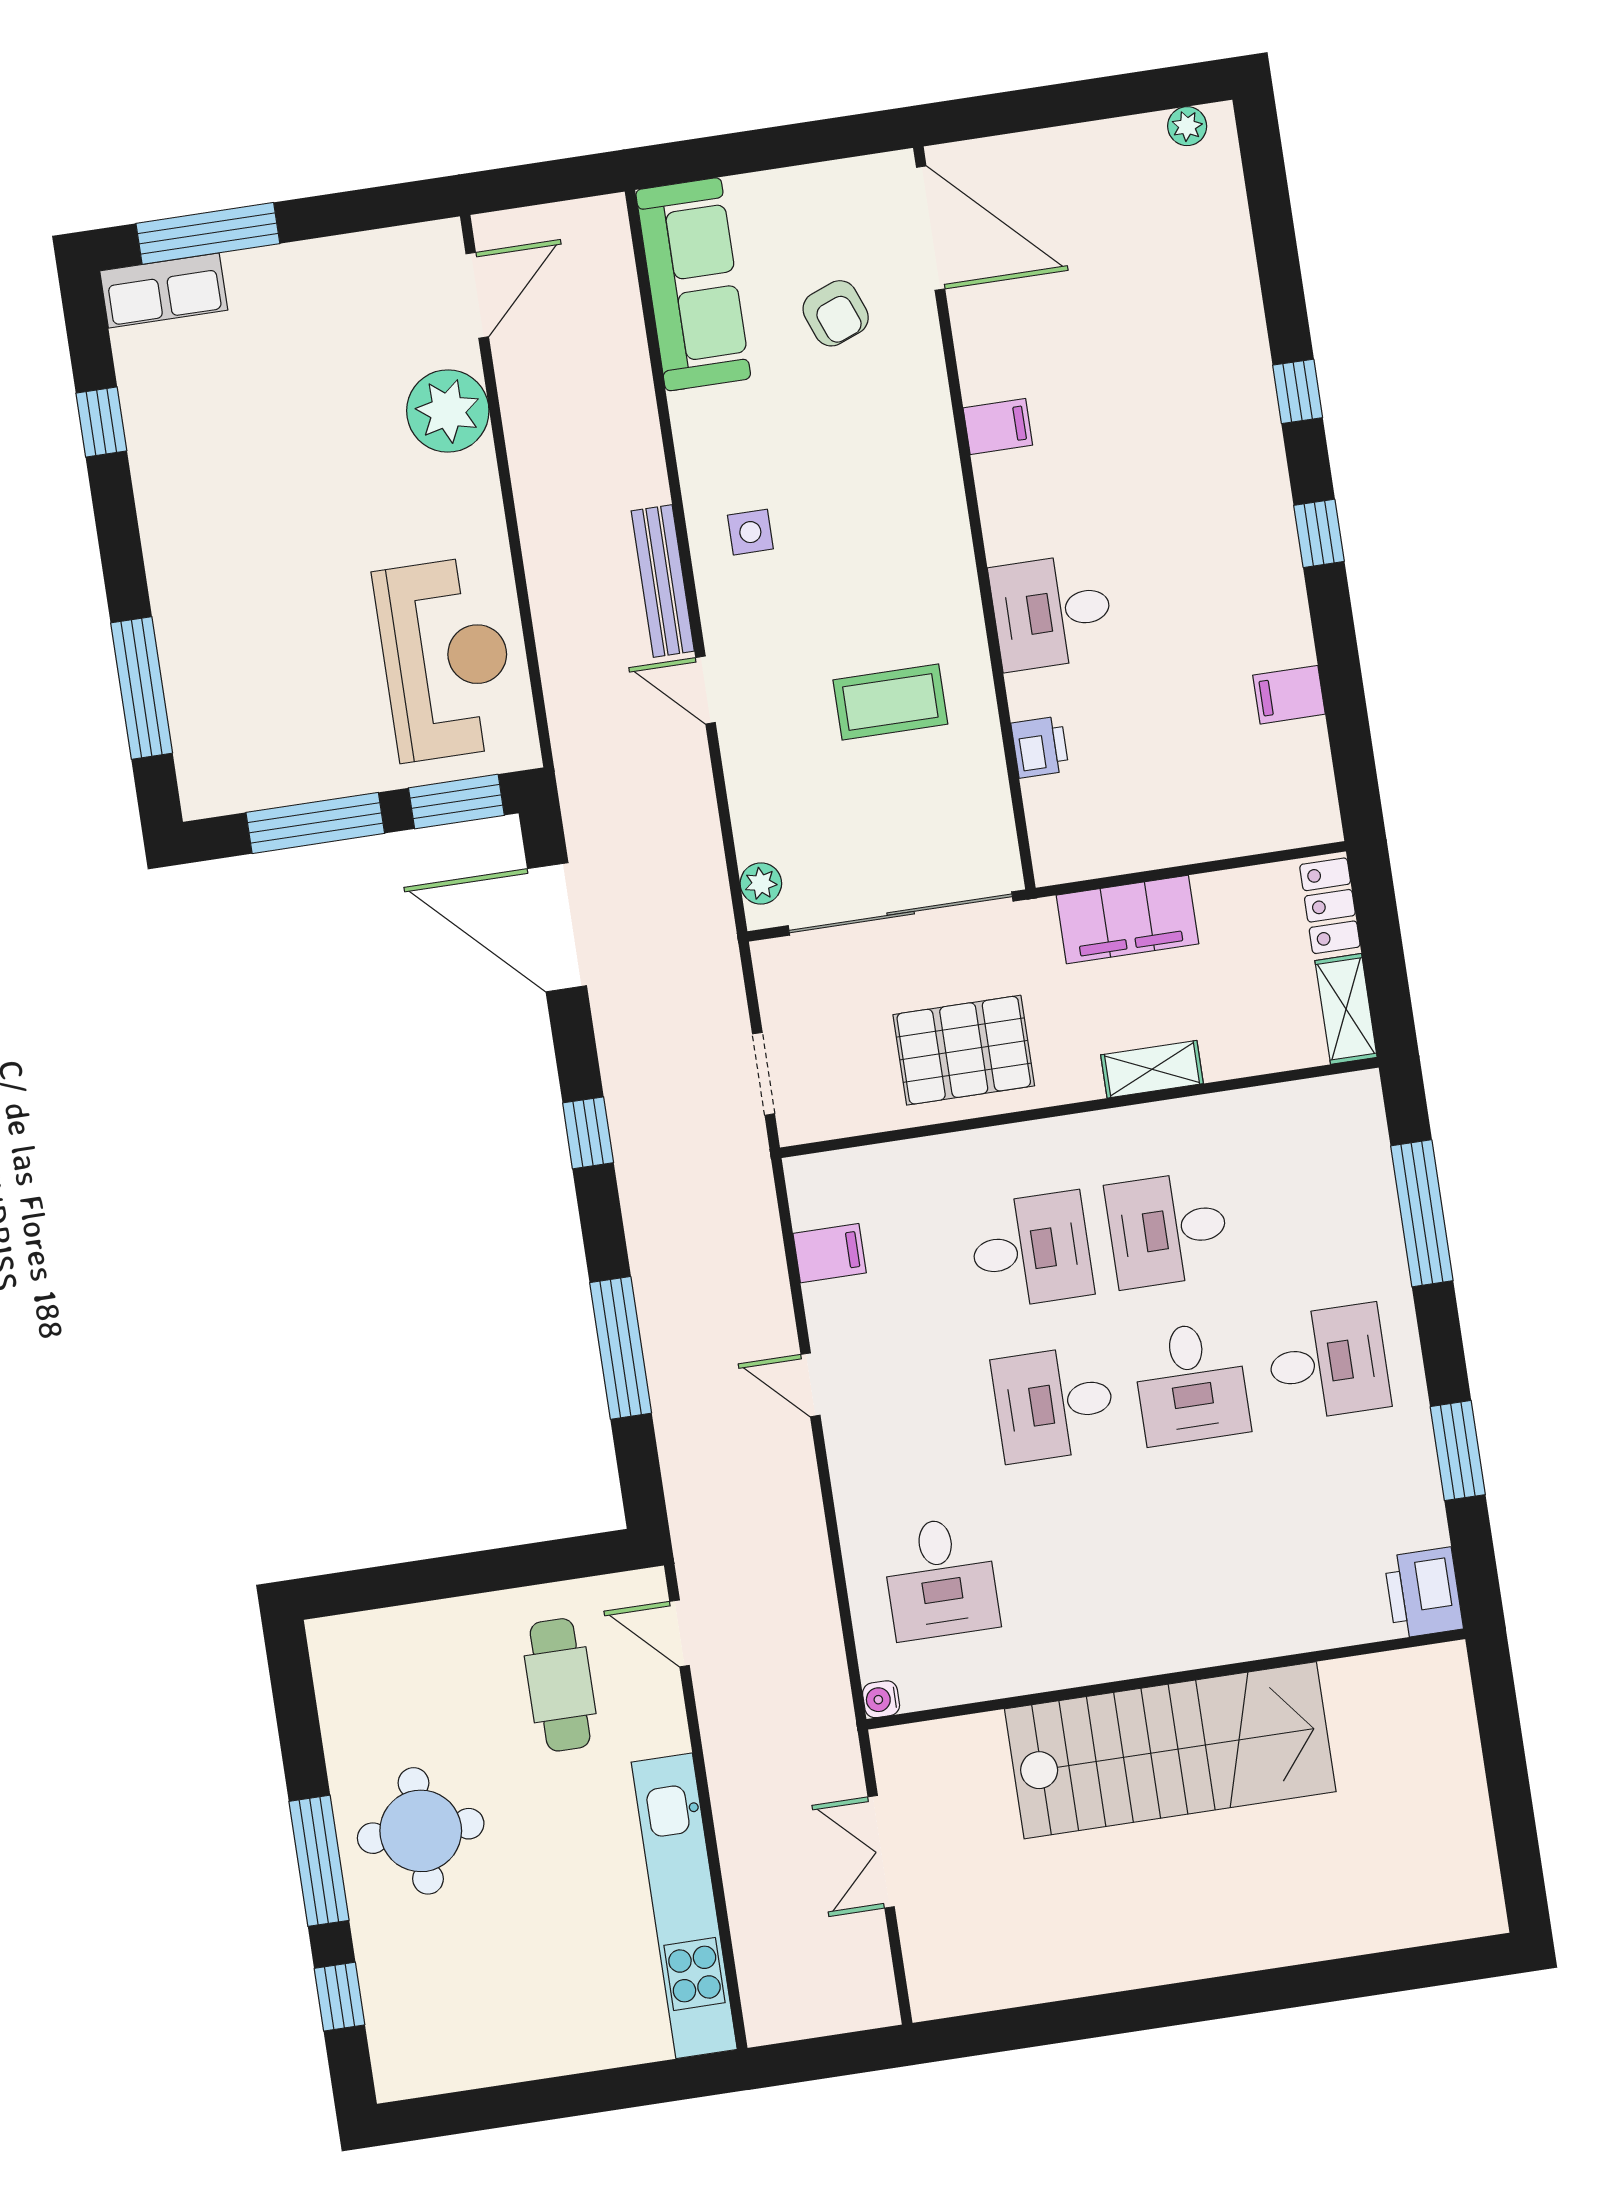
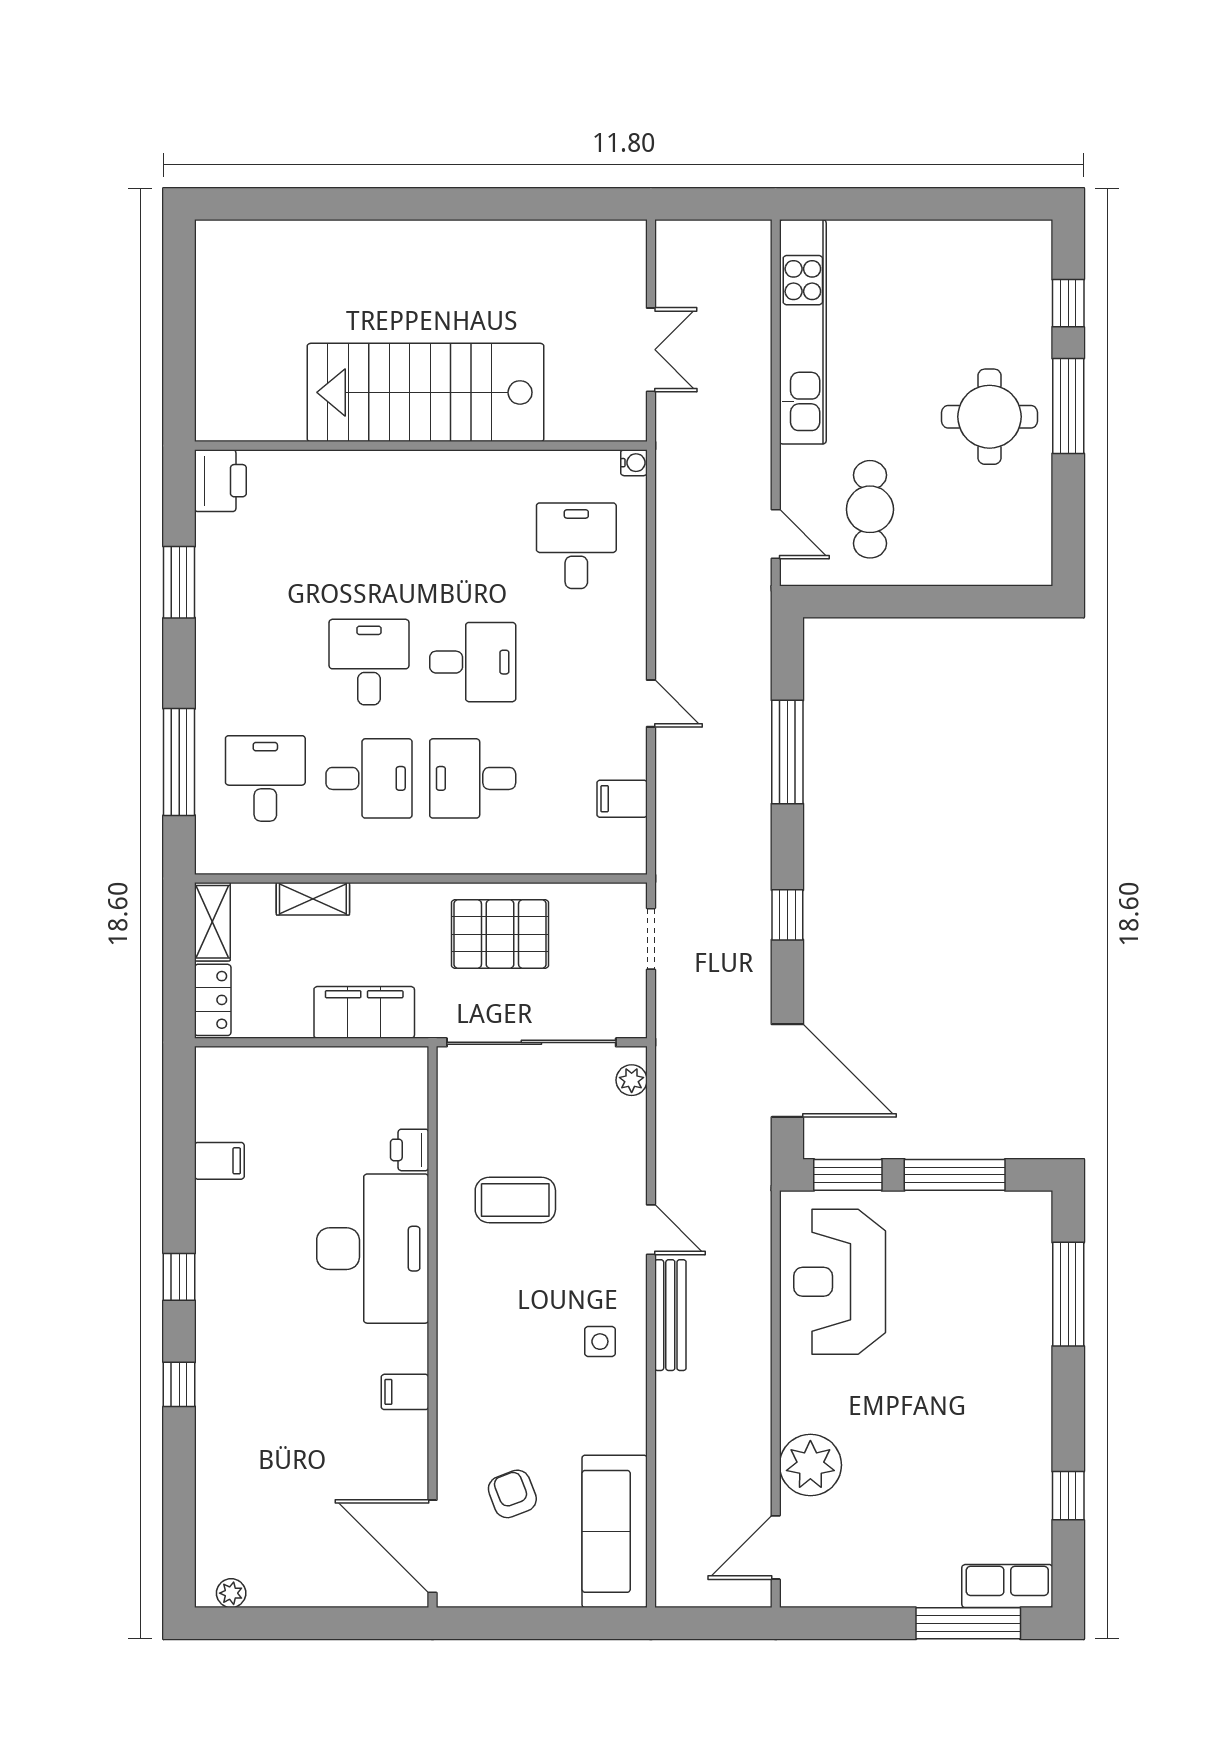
desk: (1052, 612) -> (373, 1249), width x1.87, depth x1.30
shelving: (1152, 1069) -> (313, 899), moved
desk: (1328, 1362) -> (265, 778), moved, turned 90

